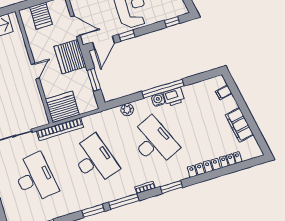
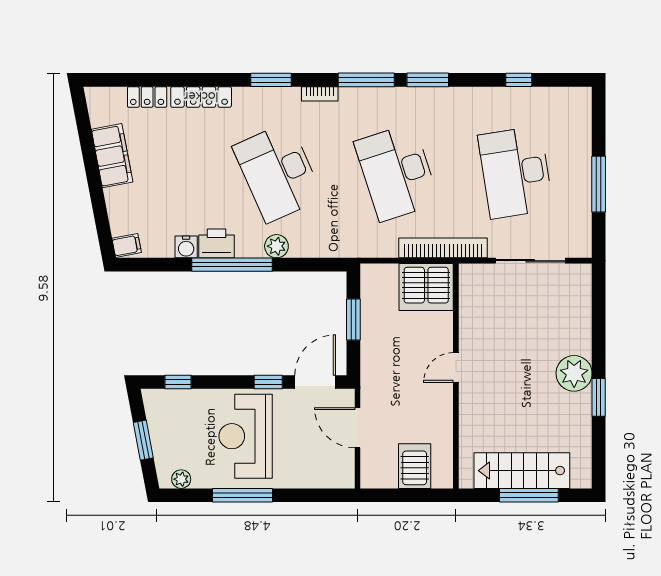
server rack: (70, 57) -> (384, 375), removed
filing cabinet: (224, 92) -> (127, 245), moved
water cooler: (158, 100) -> (186, 247), moved
plant: (127, 110) -> (276, 246), moved

